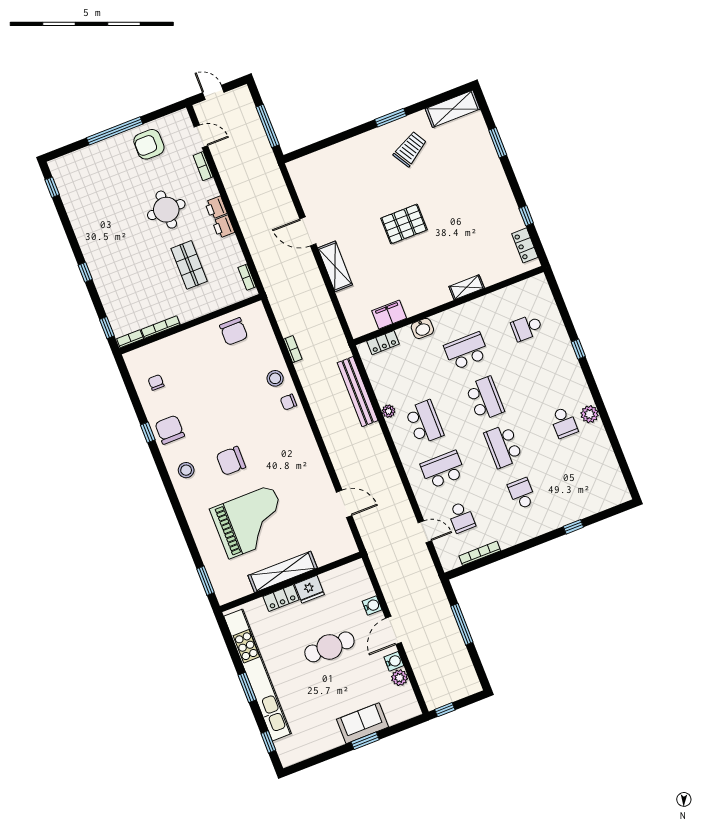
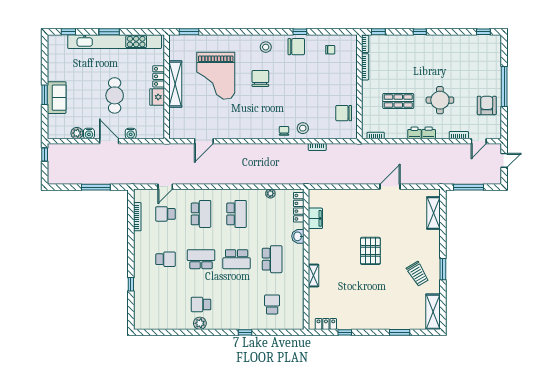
shelving: (335, 266) -> (433, 213), moved, turned 90
locker: (383, 343) -> (299, 207), width x1.53
bench: (358, 392) -> (273, 178), removed
plant: (389, 411) -> (270, 193), moved
school desk: (424, 422) -> (237, 214), turned -90

